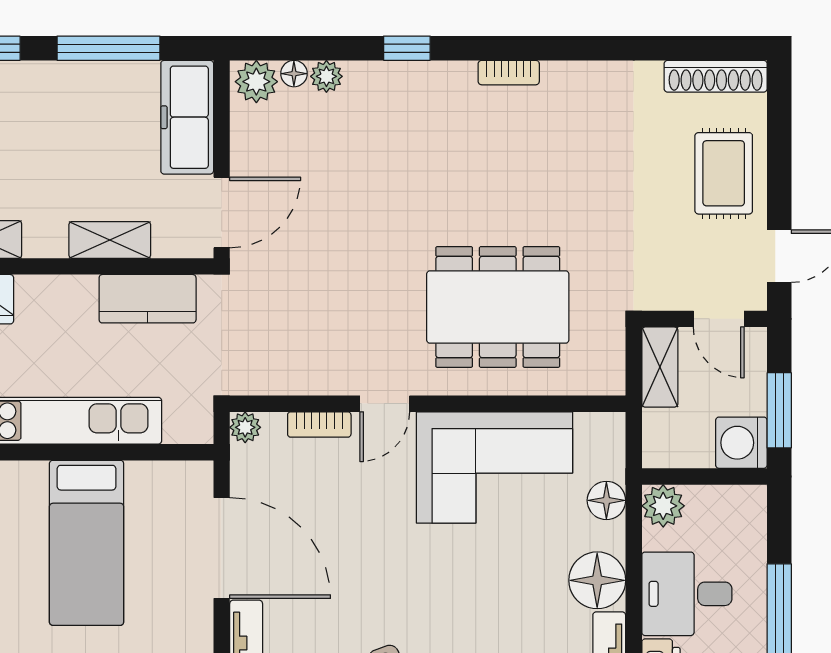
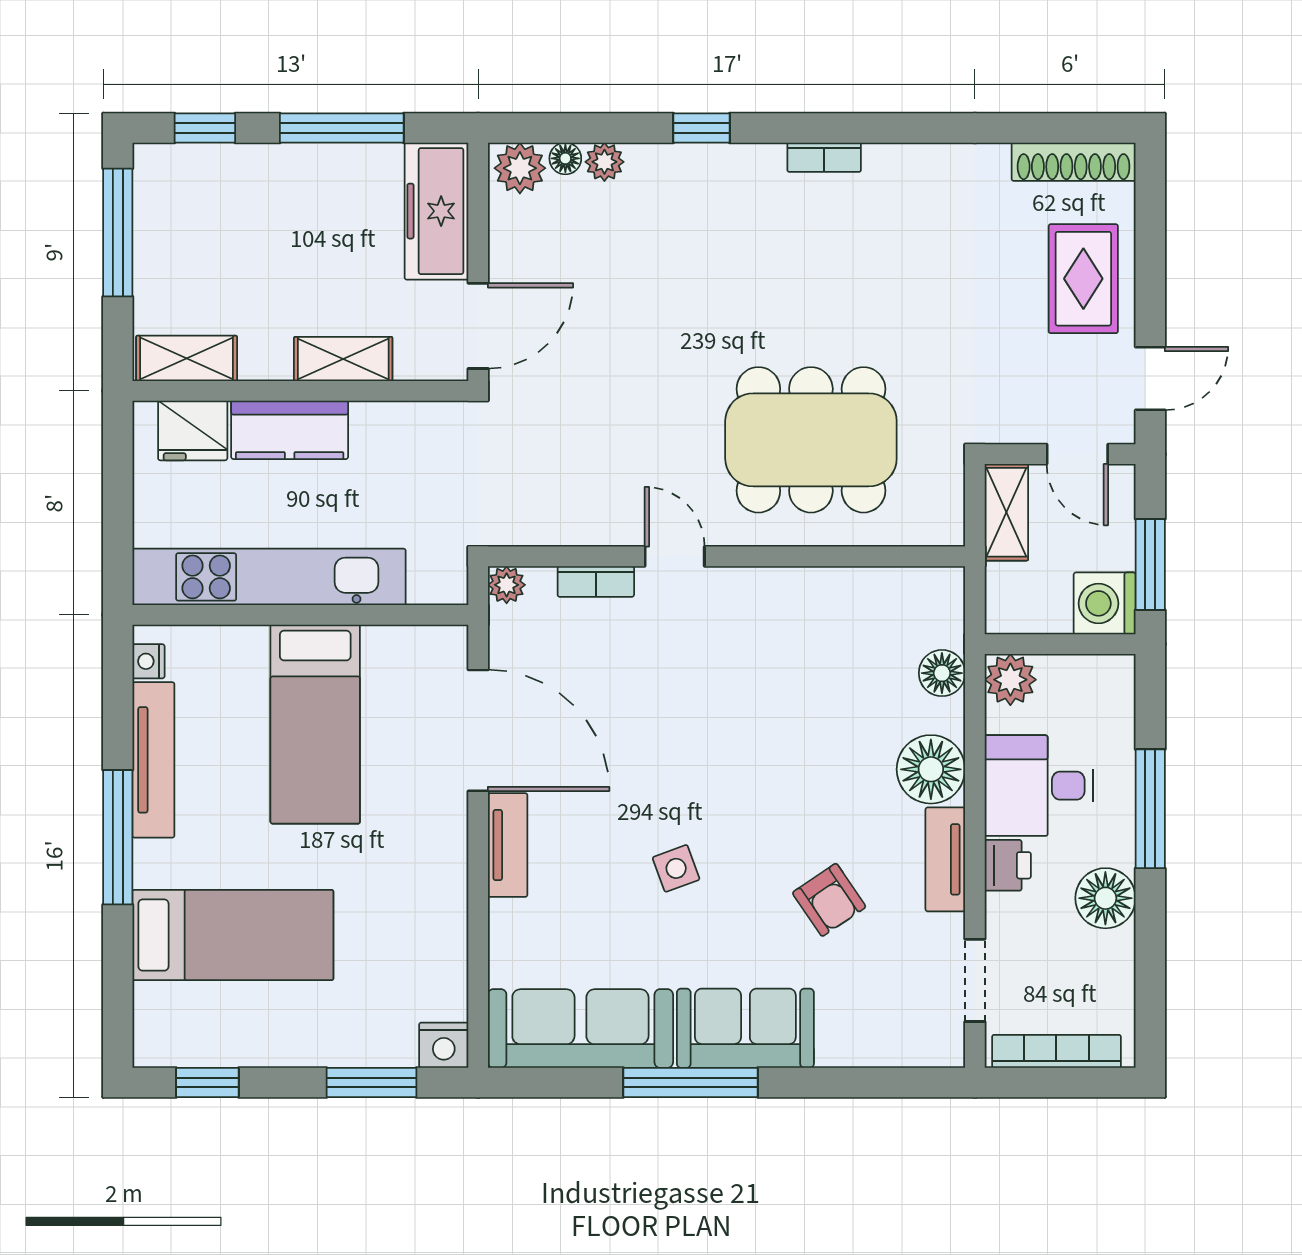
kitchen counter: (148, 299) -> (290, 430), moved
door: (385, 404) -> (675, 556), swing flipped
corner sofa: (495, 468) -> (807, 633), removed

